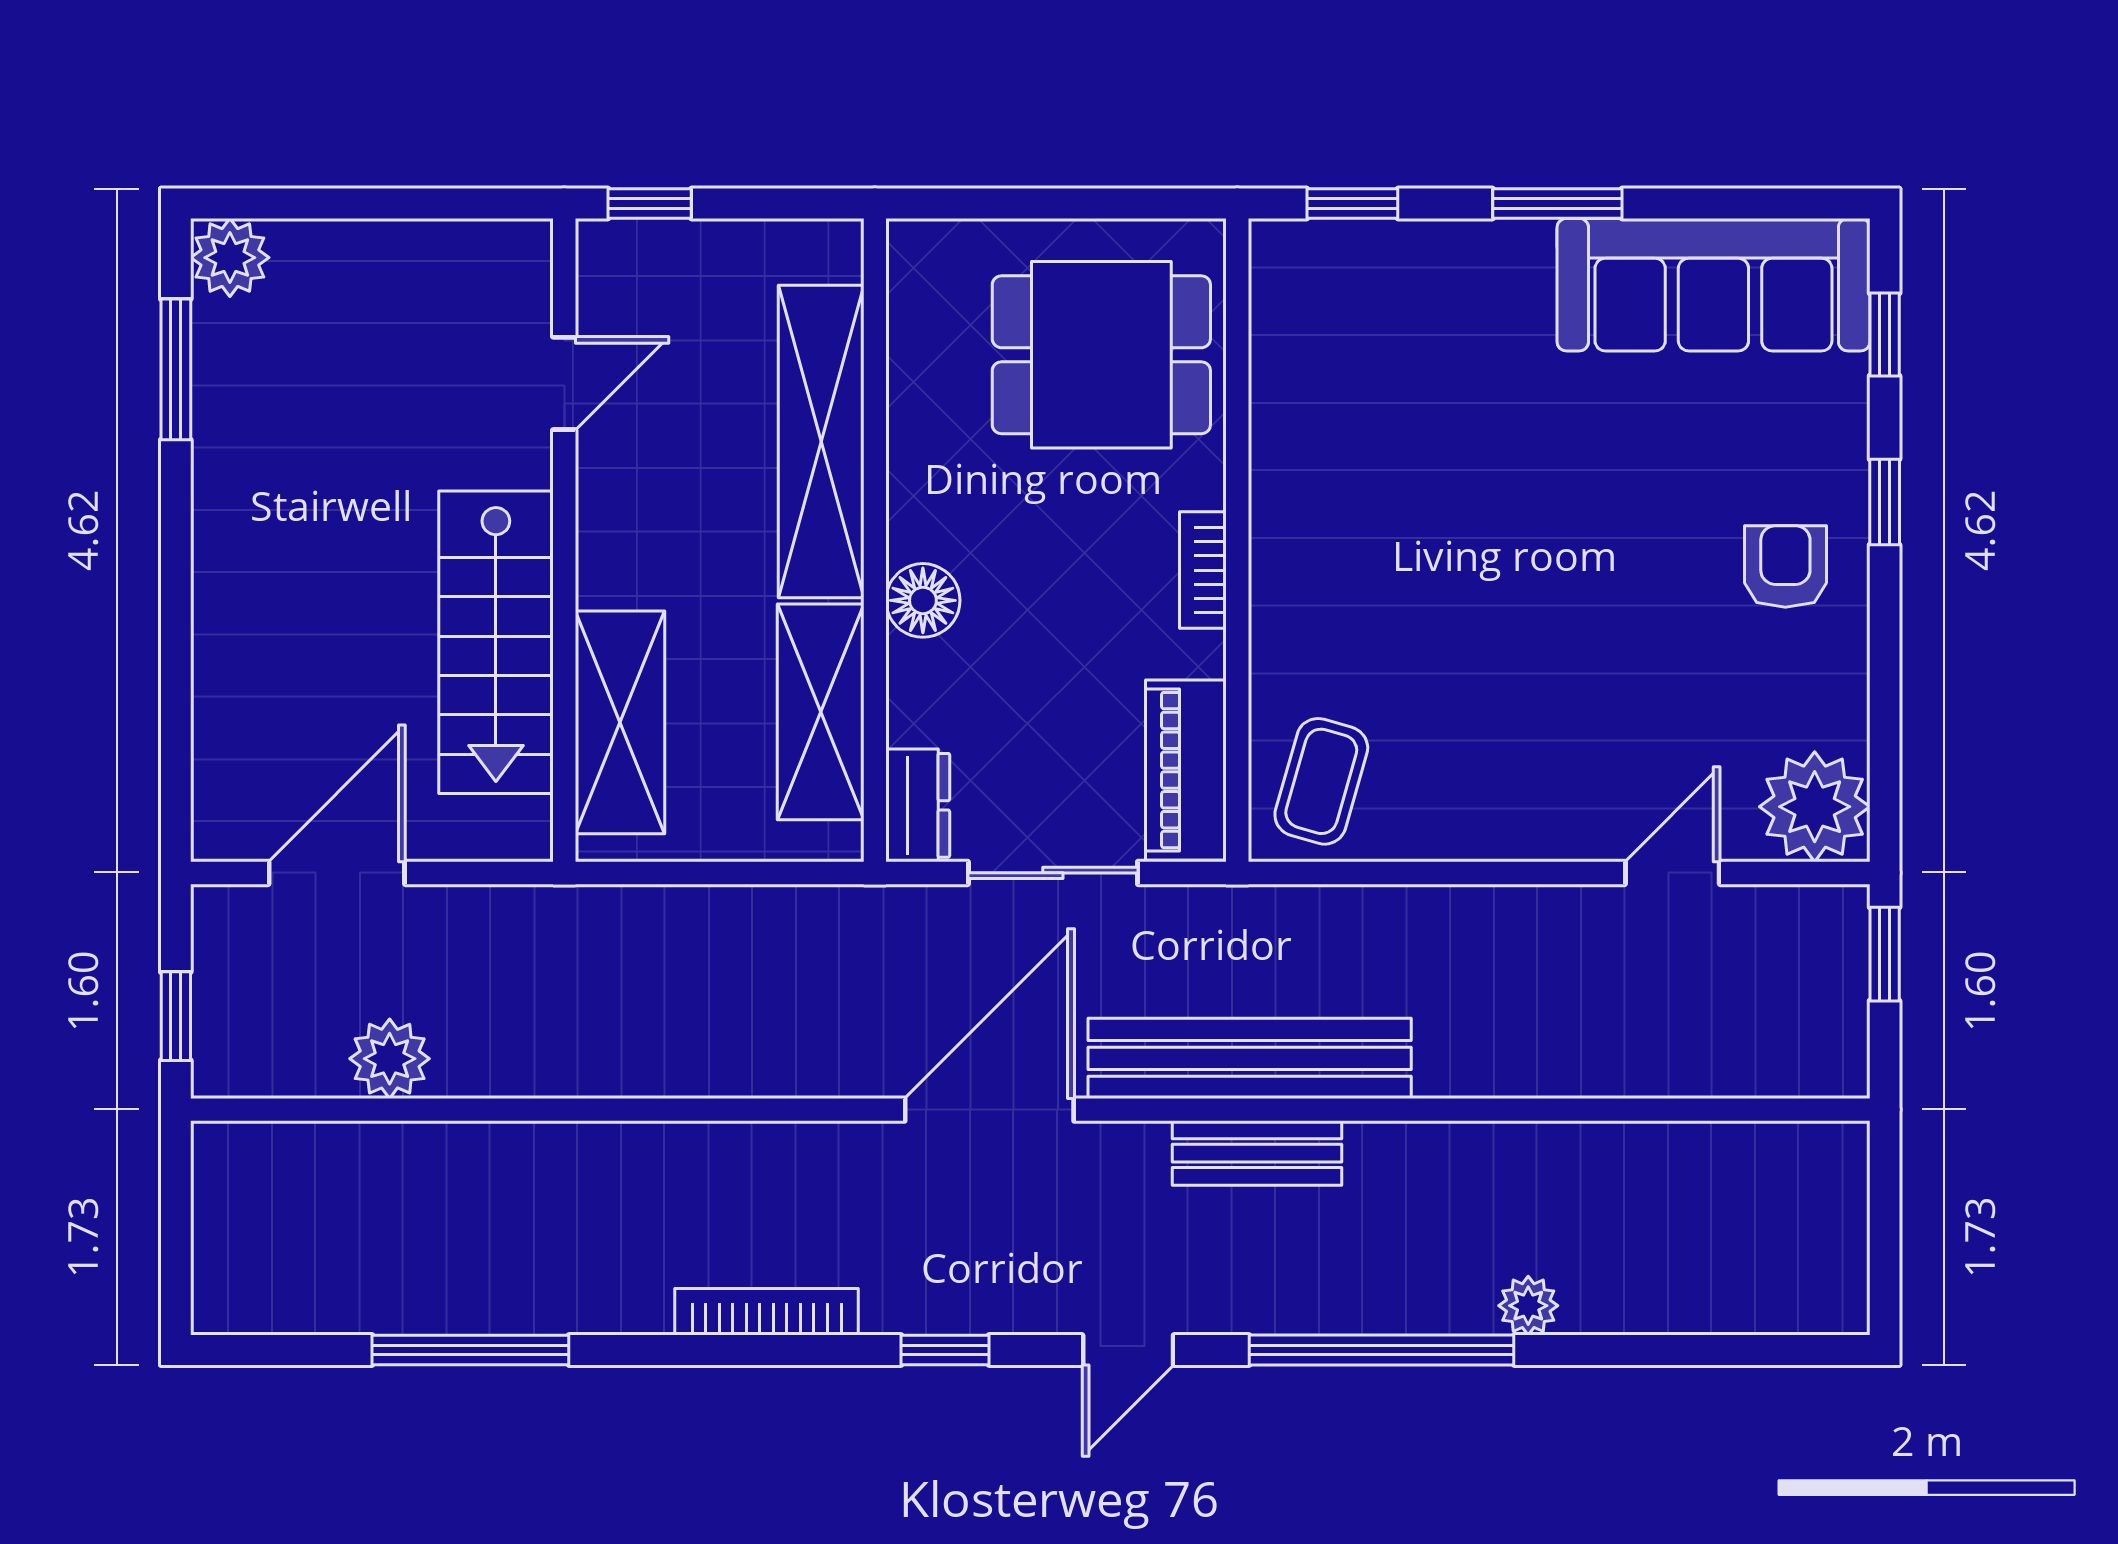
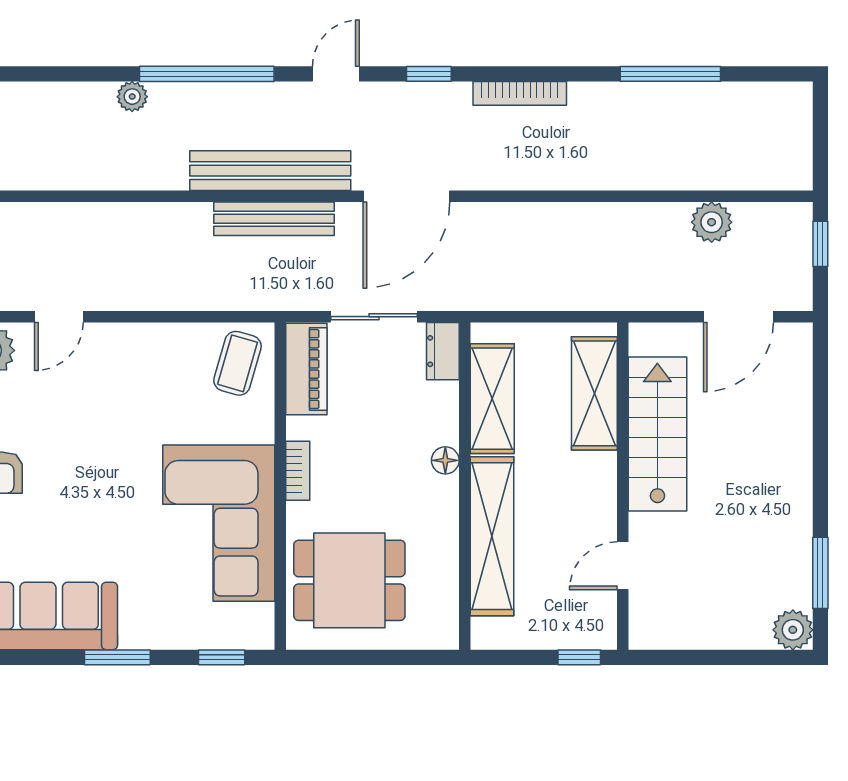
corner sofa: (1358, 467) -> (219, 523), added
floor lamp: (923, 600) -> (445, 460), width x0.73, depth x0.73
bench: (1250, 1058) -> (274, 219), width x0.73, depth x0.82
bench: (1257, 1153) -> (270, 171), width x1.86, depth x1.21

